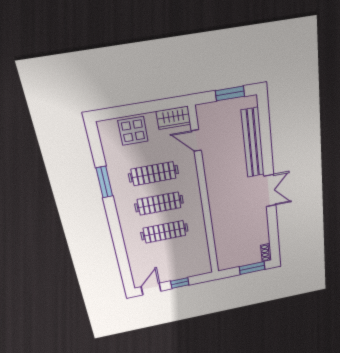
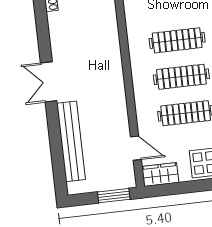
window: (230, 93) -> (114, 196), moved

